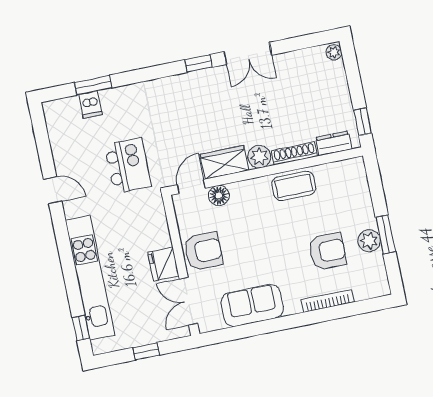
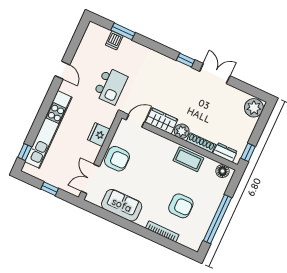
plant: (334, 52) -> (254, 108), width x1.88, depth x1.88
double door: (248, 53) -> (215, 74), swing flipped
floor lamp: (219, 196) -> (223, 171), moved
window: (386, 234) -> (217, 219), width x2.11
plant: (369, 241) -> (206, 216), removed
fridge: (163, 264) -> (99, 135), moved

